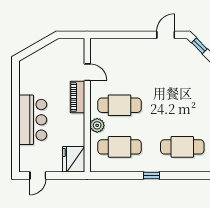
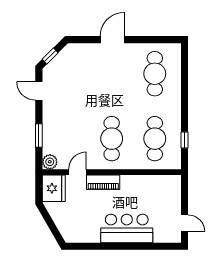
window: (123, 35) -> (39, 135), added
plant: (97, 125) -> (50, 162), moved
fridge: (74, 159) -> (54, 188), moved, turned -90
window: (151, 176) -> (184, 140), moved

